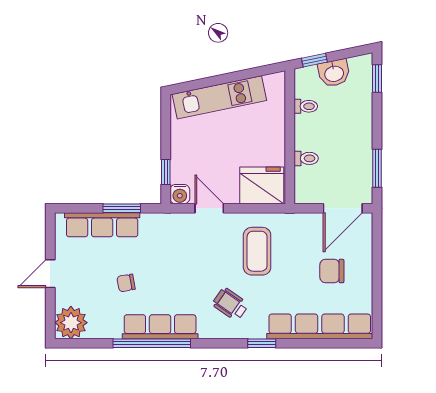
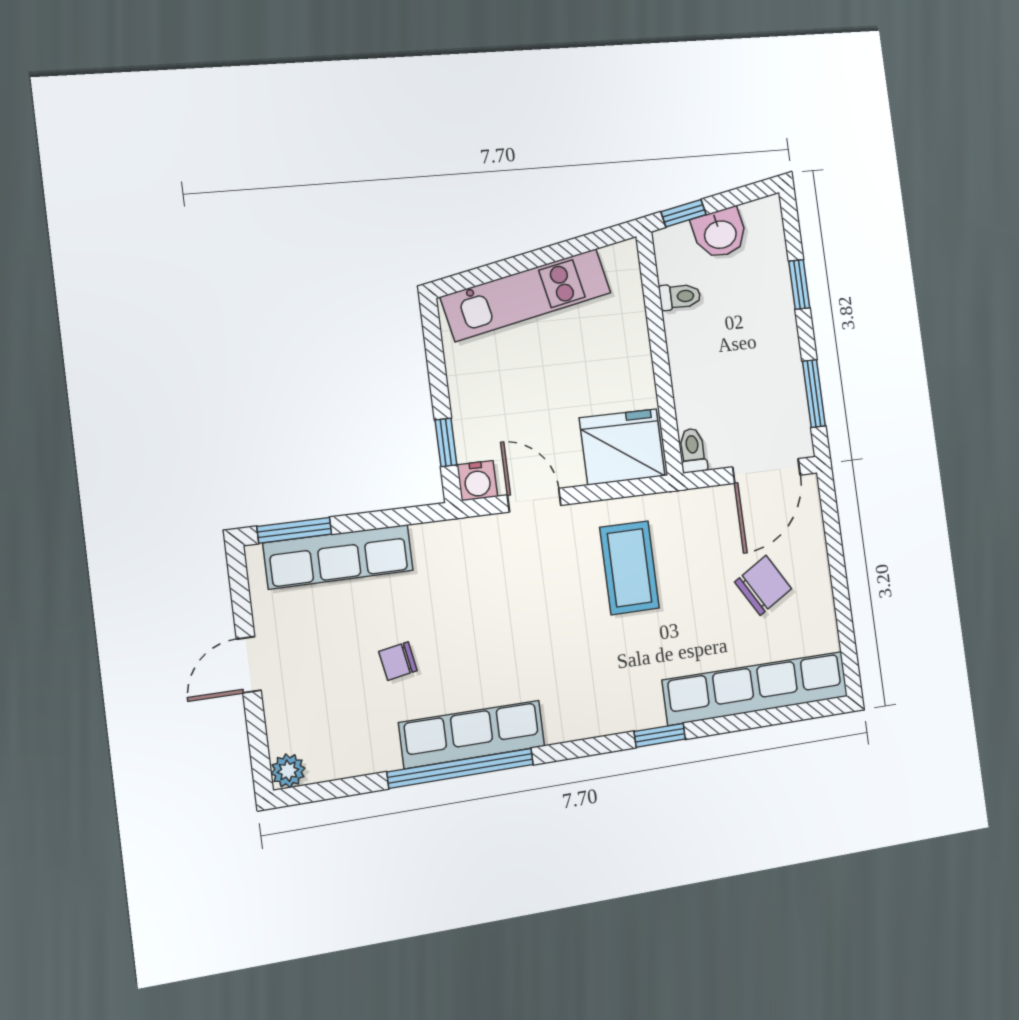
window: (377, 79) -> (799, 284), moved
toilet: (306, 158) -> (693, 450), moved, turned -90
window: (122, 208) -> (294, 530), moved
chair: (332, 271) -> (763, 585), turned 149
wheelchair: (230, 304) -> (595, 672), removed
plant: (71, 323) -> (288, 771), width x0.53, depth x0.53

